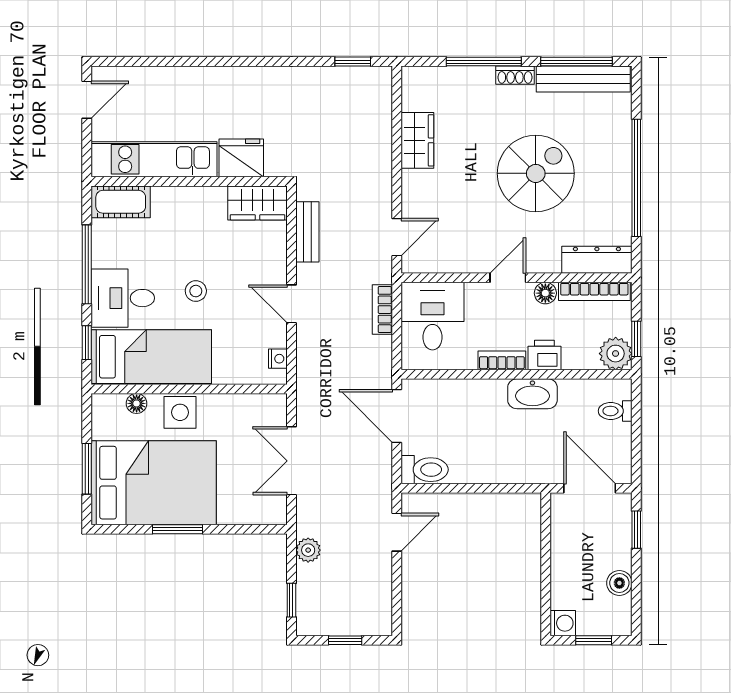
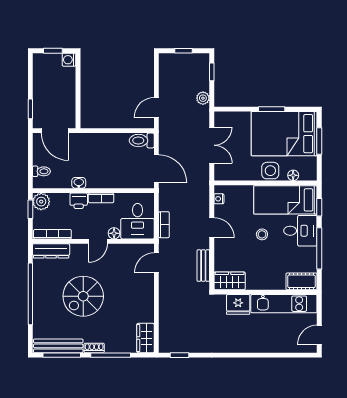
wardrobe: (417, 140) -> (145, 338), moved
floor lamp: (545, 293) -> (114, 233), moved
washbasin: (532, 394) -> (79, 183), width x0.52, depth x0.69
boiler: (619, 583) -> (39, 81), removed

